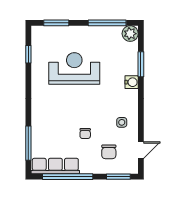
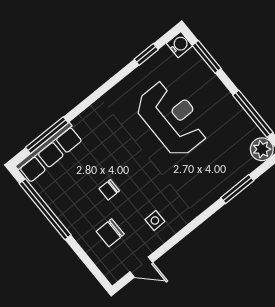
water cooler: (132, 82) -> (179, 45), moved, turned -90
row of seats: (55, 166) -> (49, 153), moved, turned 90
window: (118, 177) -> (91, 266), removed

